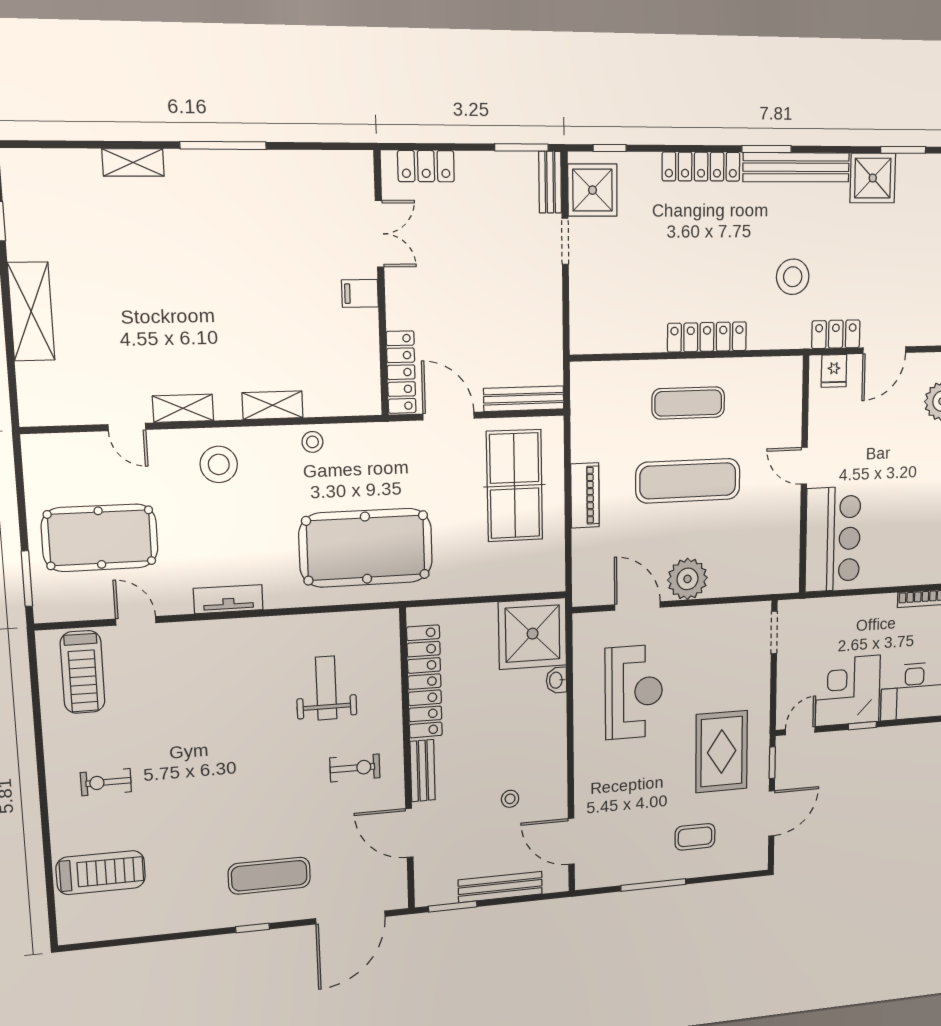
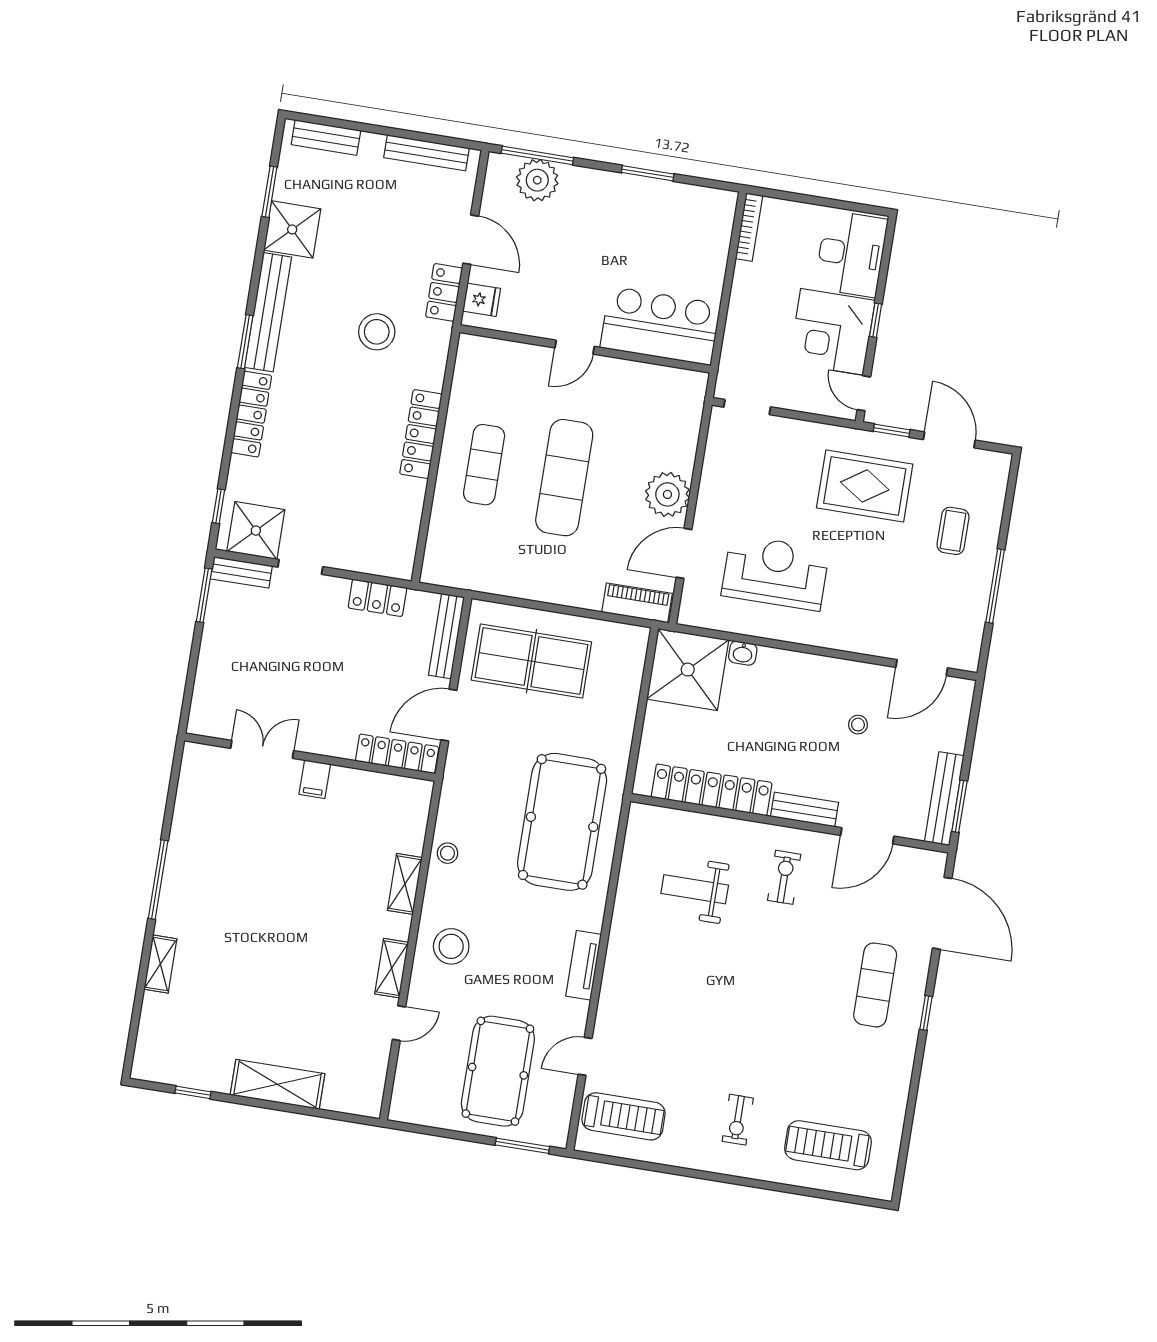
locker: (426, 166) -> (377, 598), moved, turned 90
piano: (585, 495) -> (637, 603), moved
treadmill: (101, 873) -> (828, 1145), turned -90
bench: (500, 887) -> (944, 799), moved

